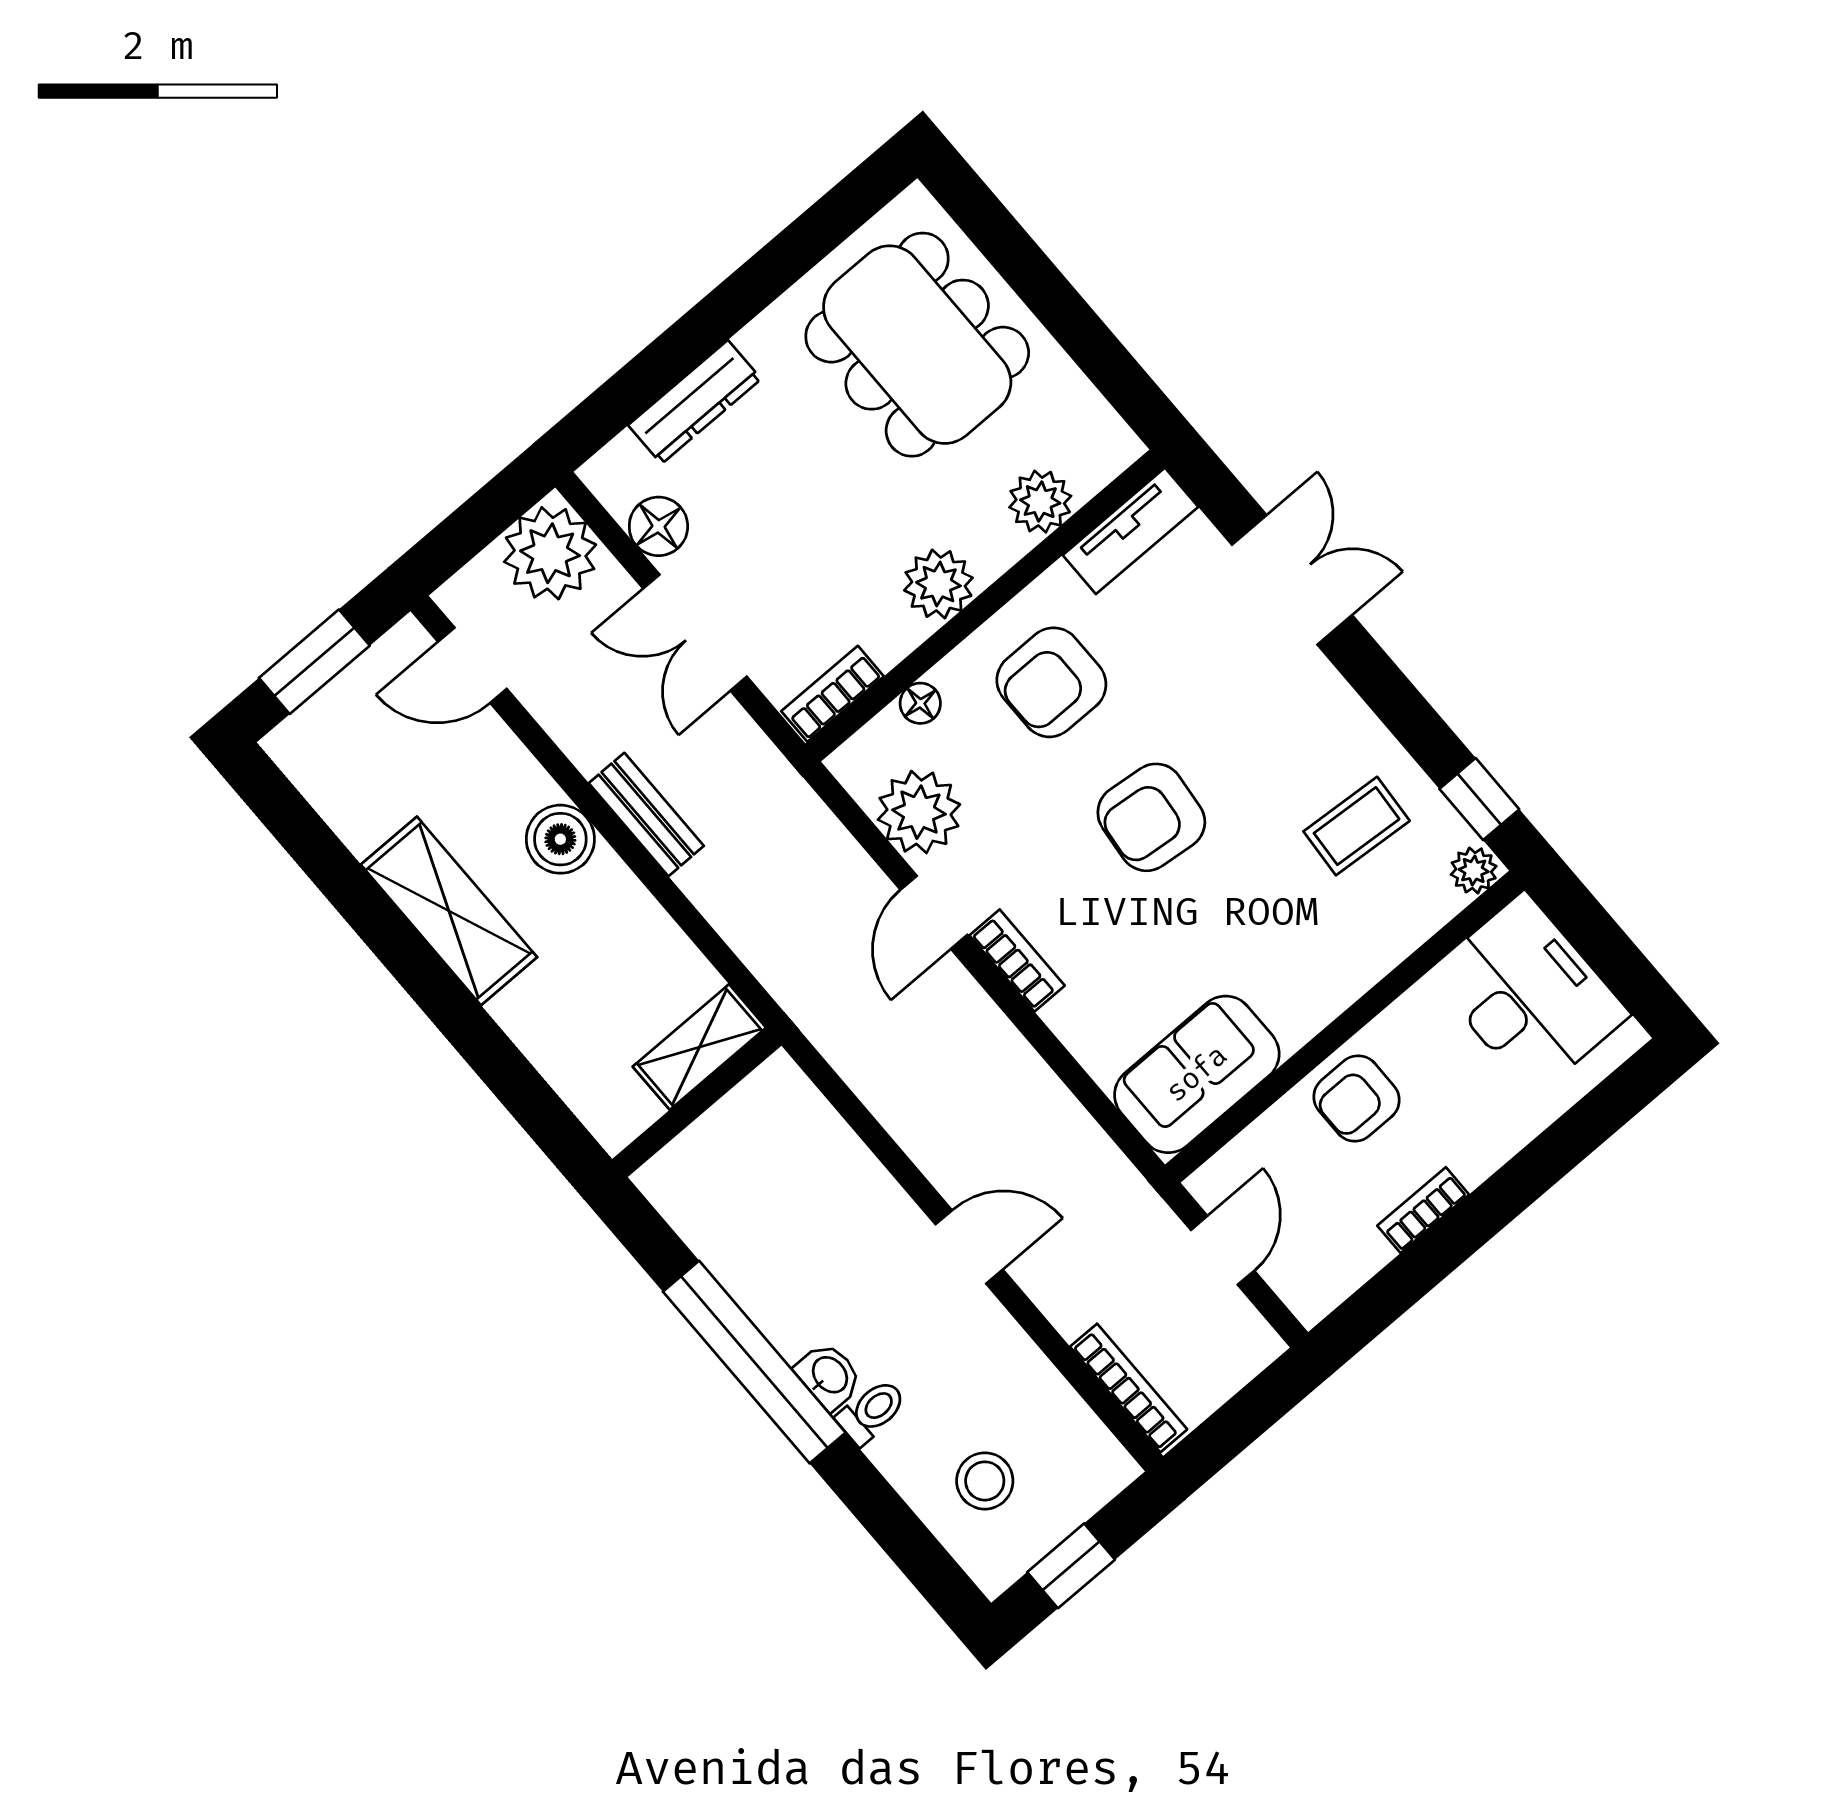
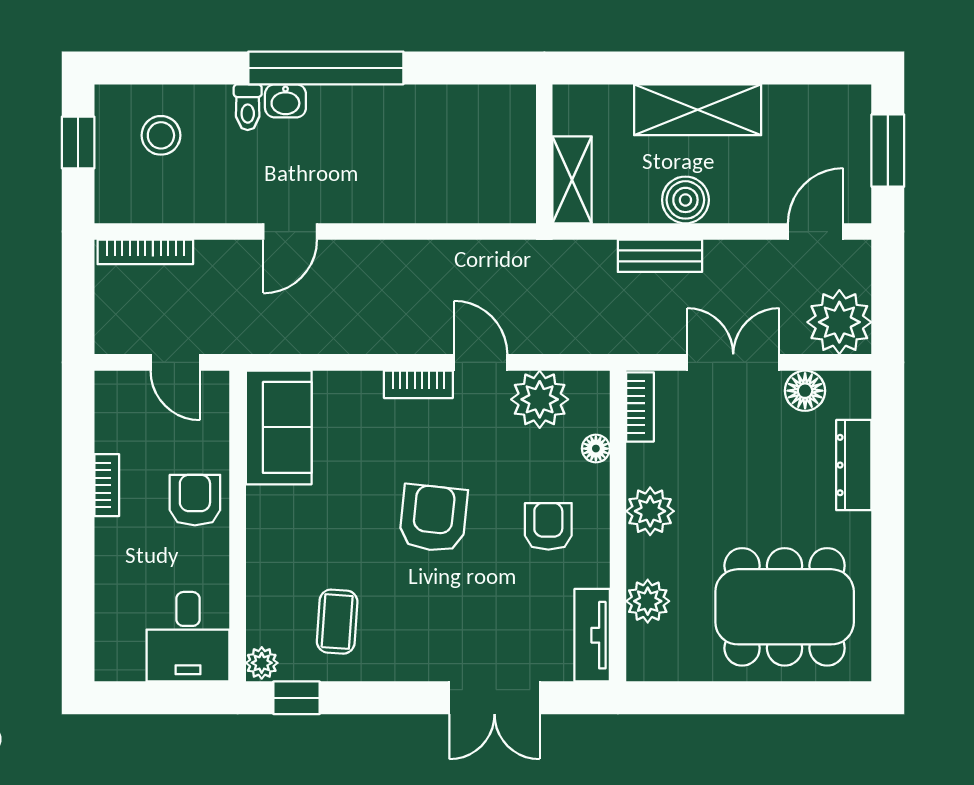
armchair: (1051, 682) -> (548, 526), width x0.72, depth x0.72
desk: (1529, 994) -> (188, 637), width x0.73
shelving: (699, 1047) -> (572, 180), moved
wall: (697, 1102) -> (544, 154), moved

